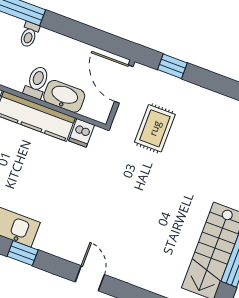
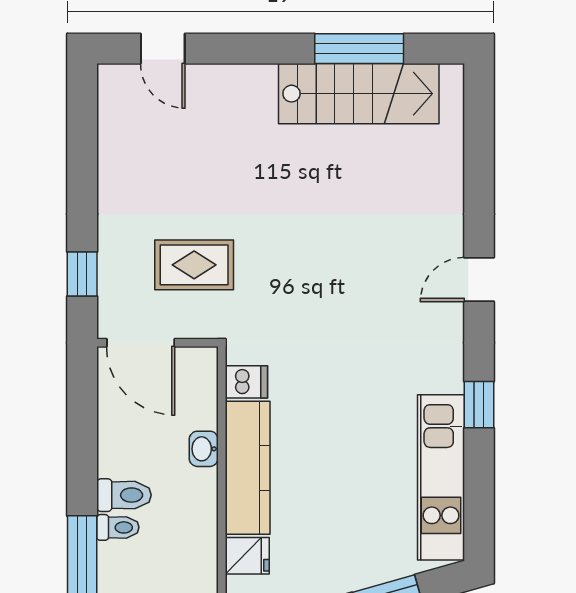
toilet: (37, 82) -> (124, 495), moved, turned 180
door: (124, 84) -> (141, 343), hinge flipped
washbasin: (64, 96) -> (204, 449), width x0.52, depth x0.69

